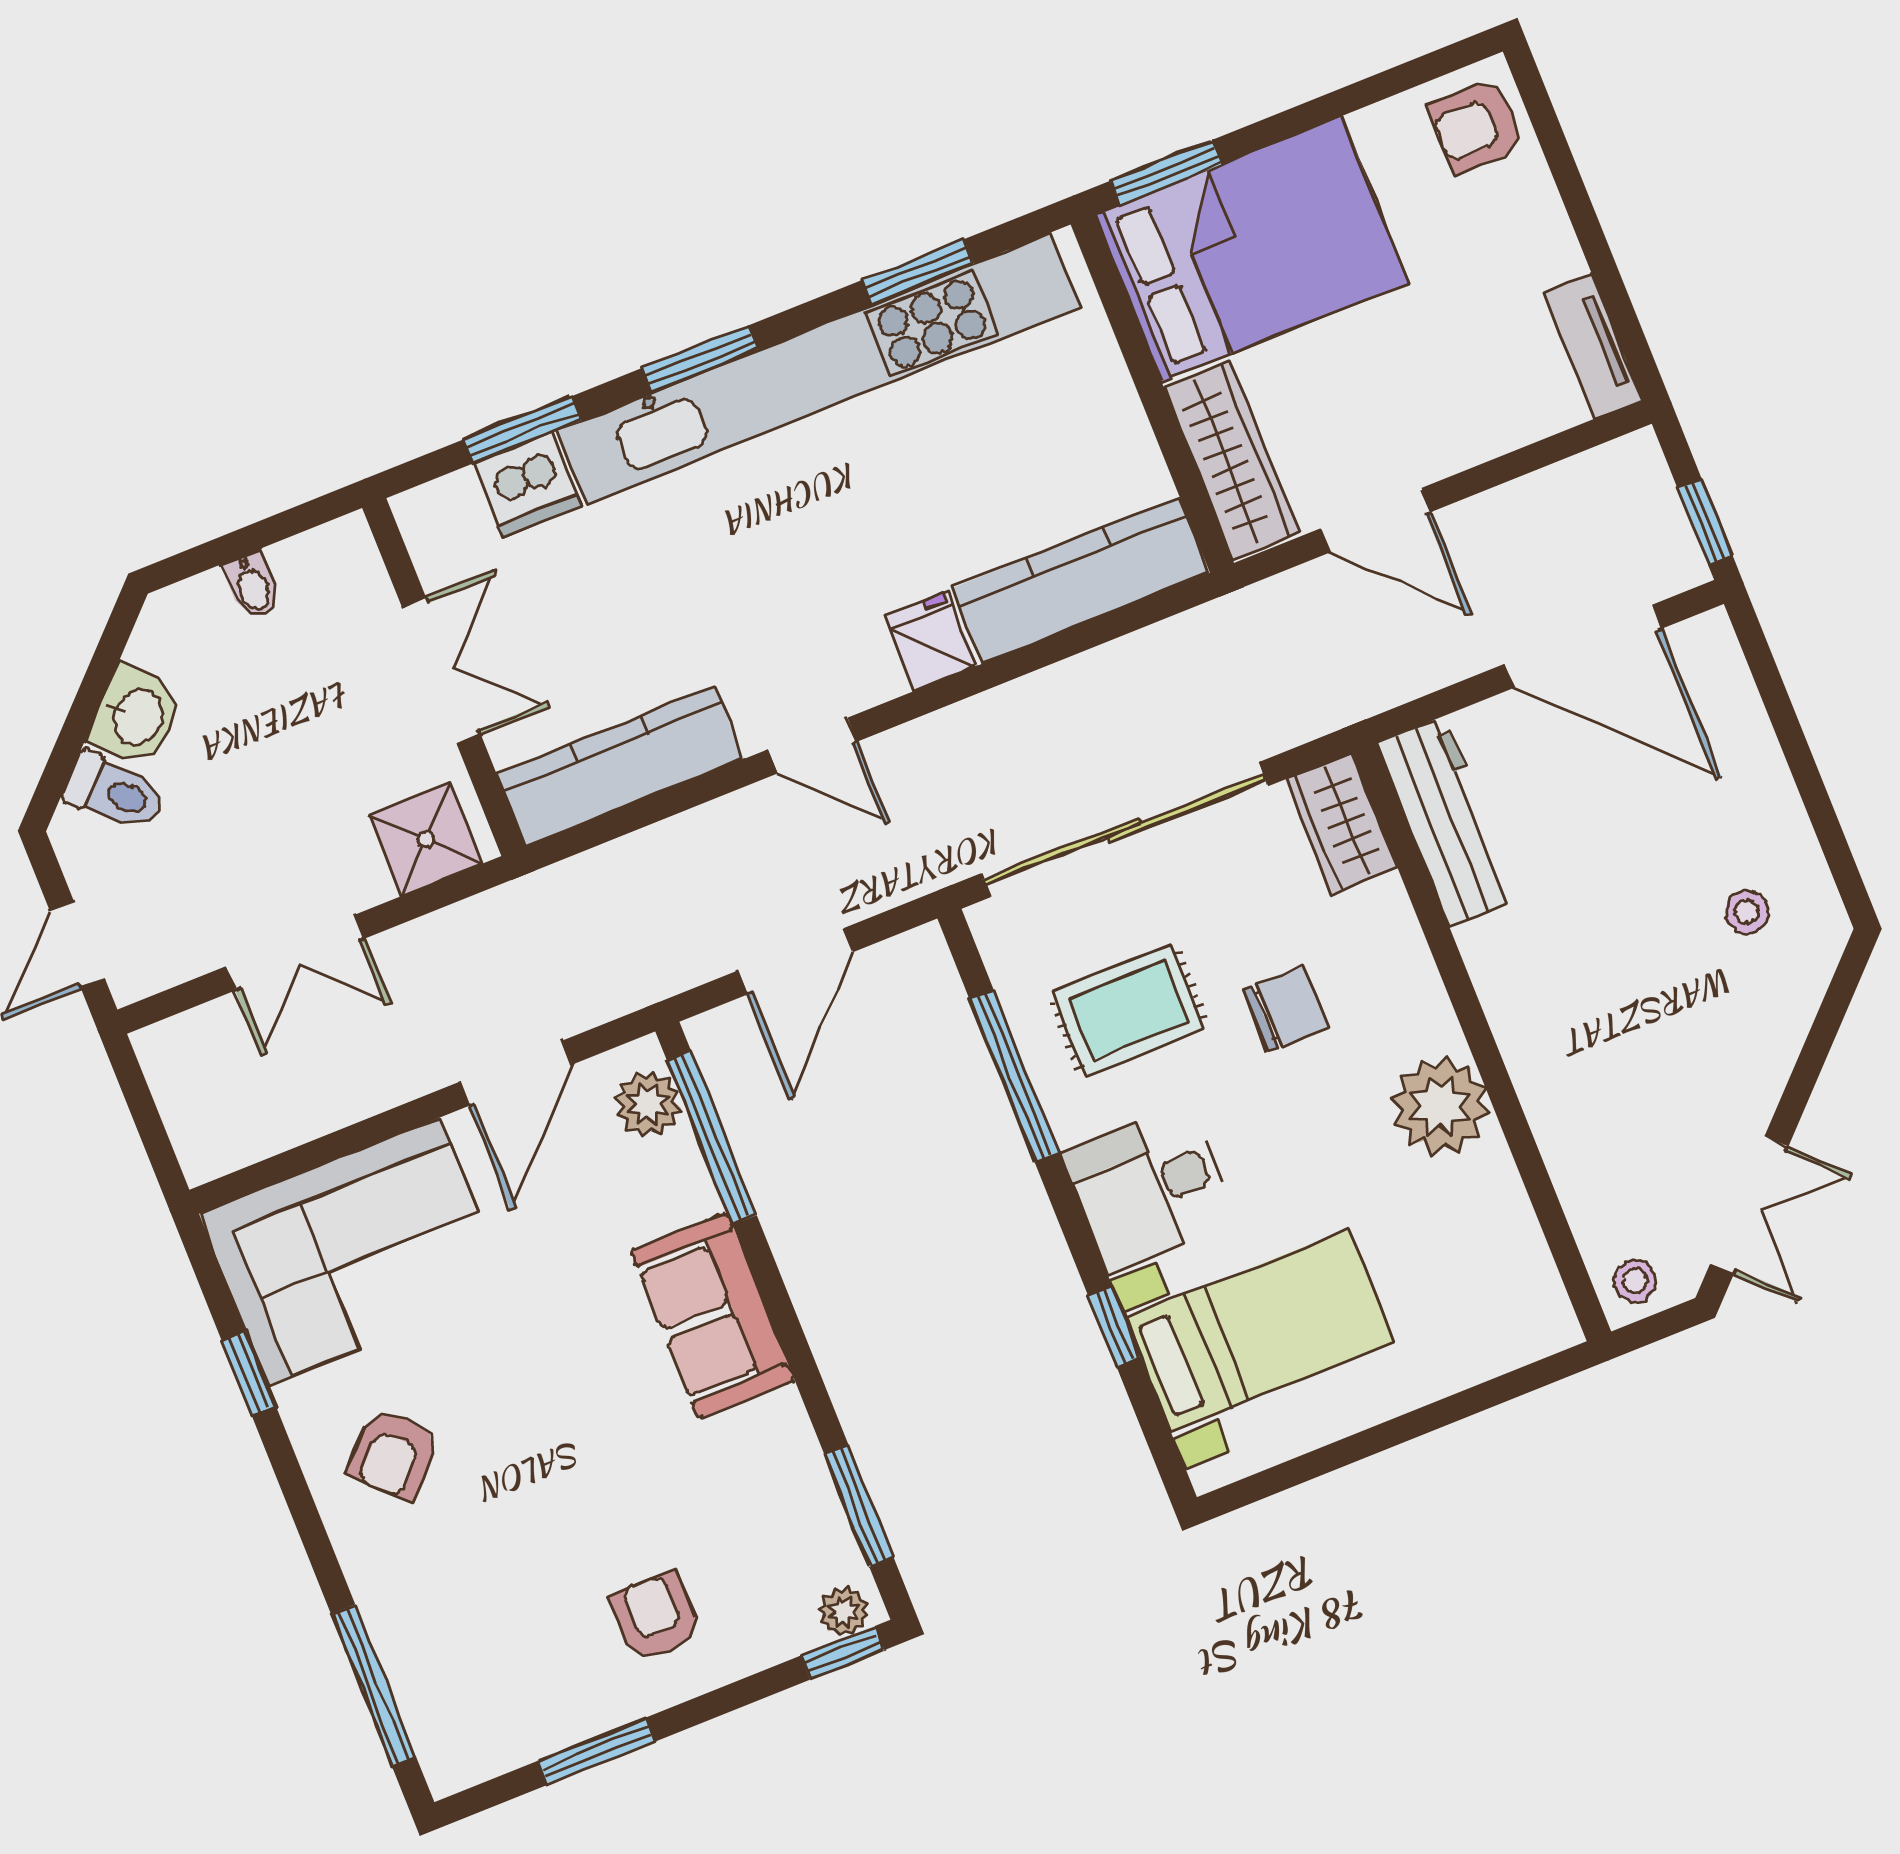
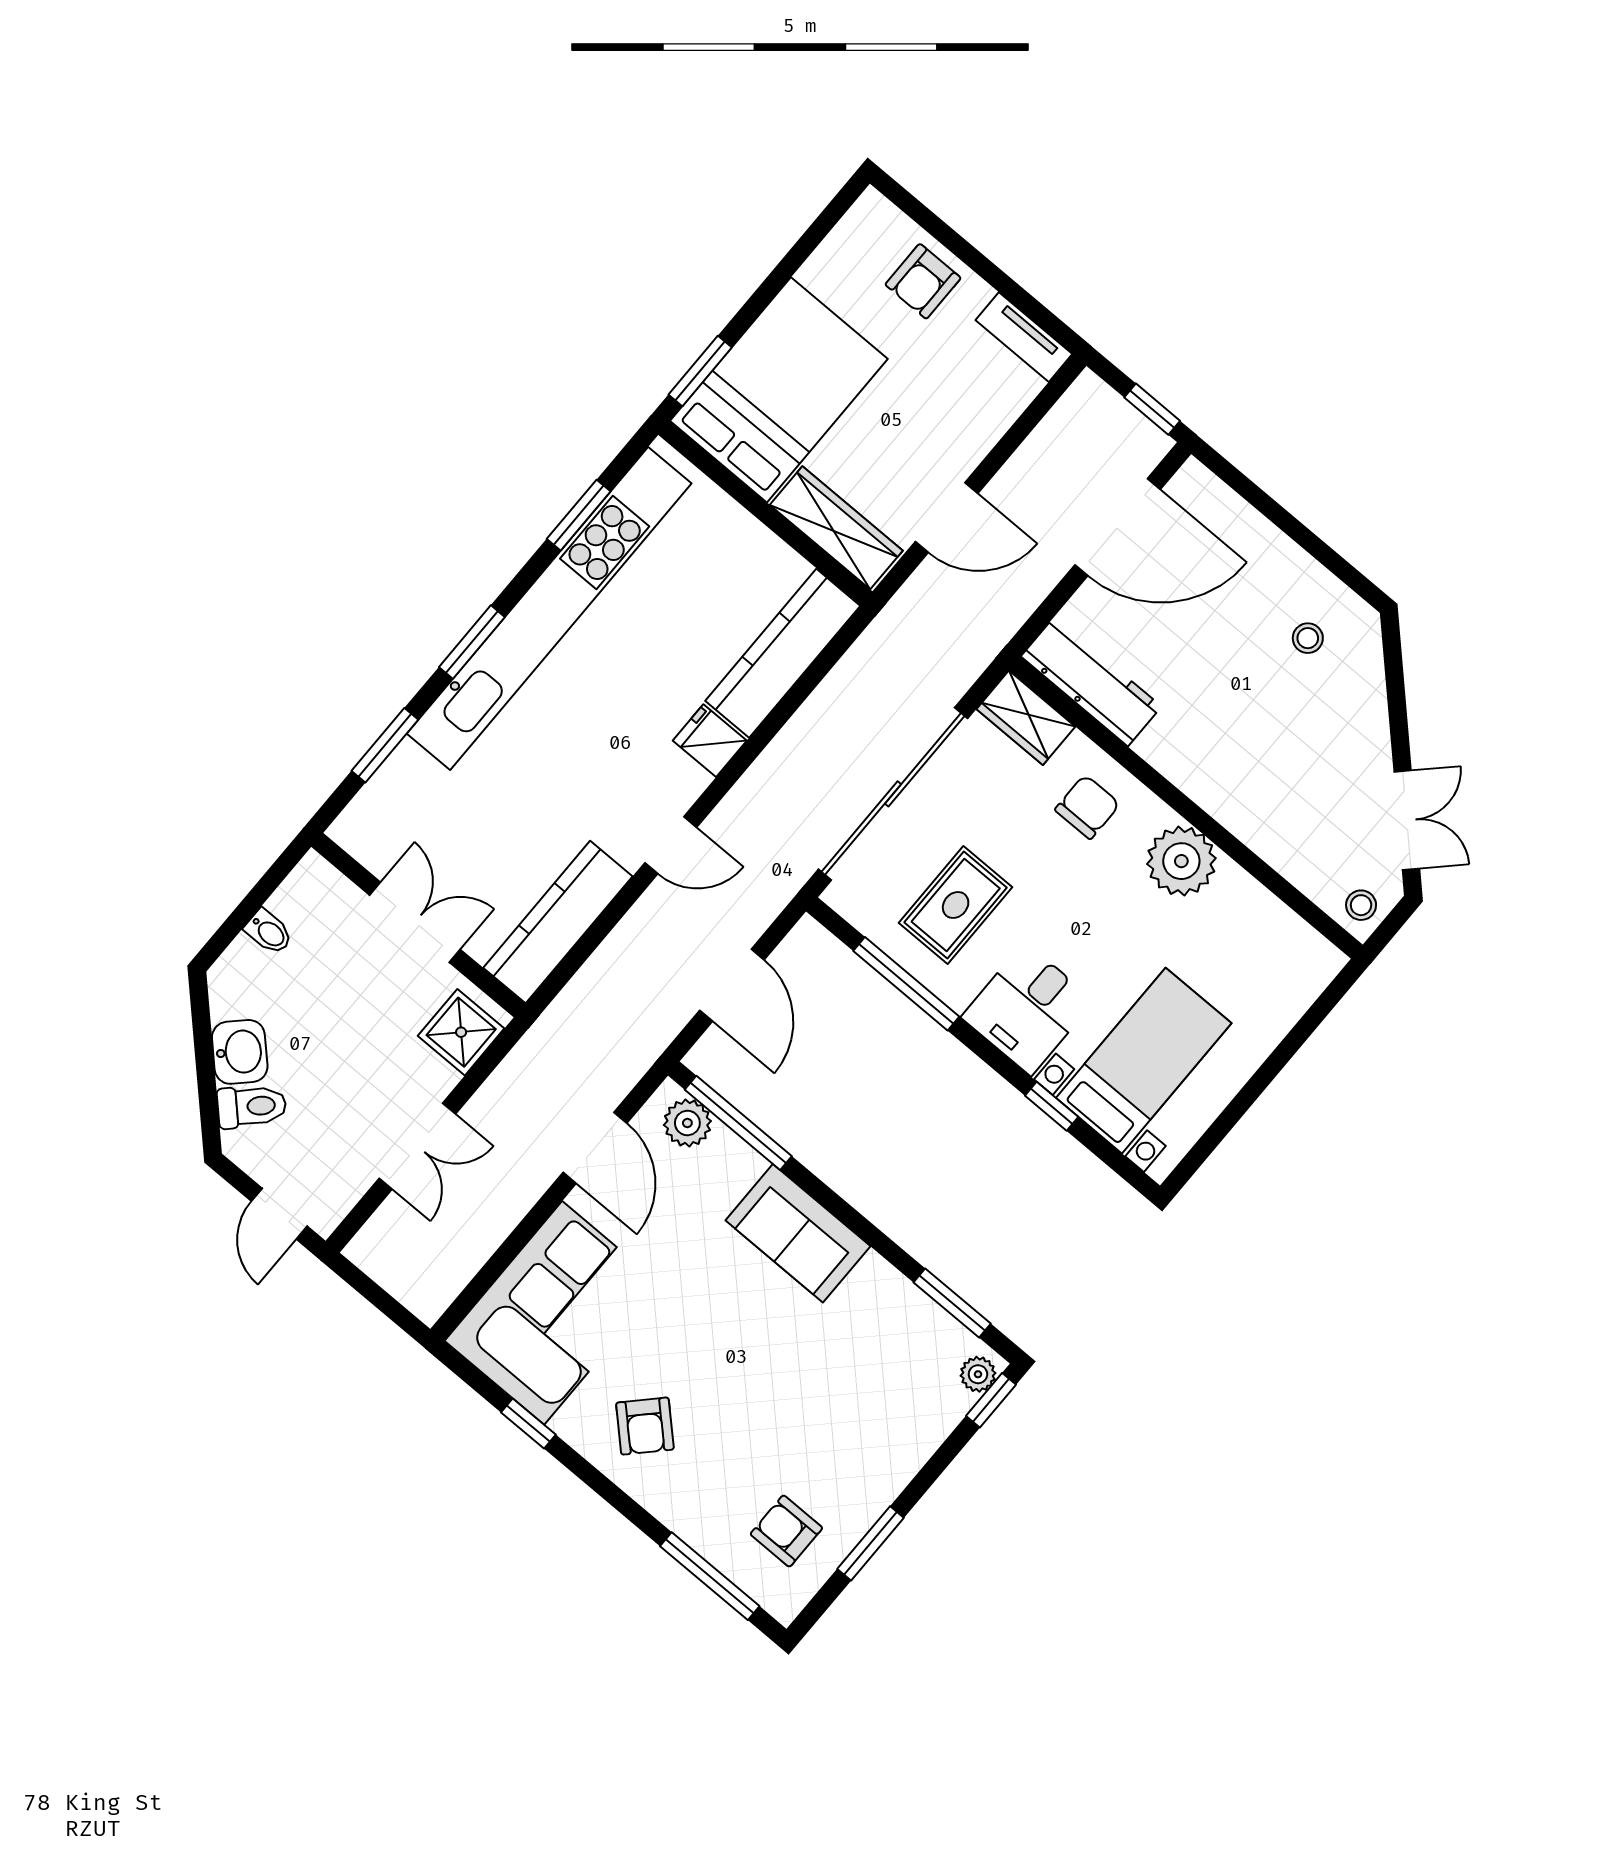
armchair: (1476, 126) -> (923, 281), moved
dishwasher: (527, 484) -> (406, 777), removed
chair: (1285, 1008) -> (1087, 807), moved
armchair: (655, 1617) -> (786, 1531), moved

